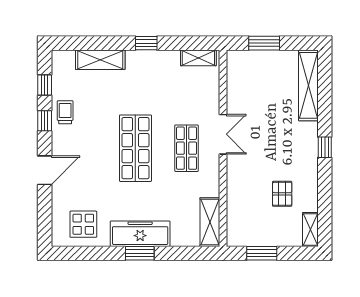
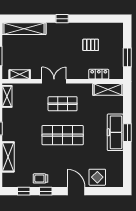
locker: (234, 207) -> (99, 74), added
display table: (83, 224) -> (97, 177), moved
shelving: (310, 229) -> (20, 74), moved

